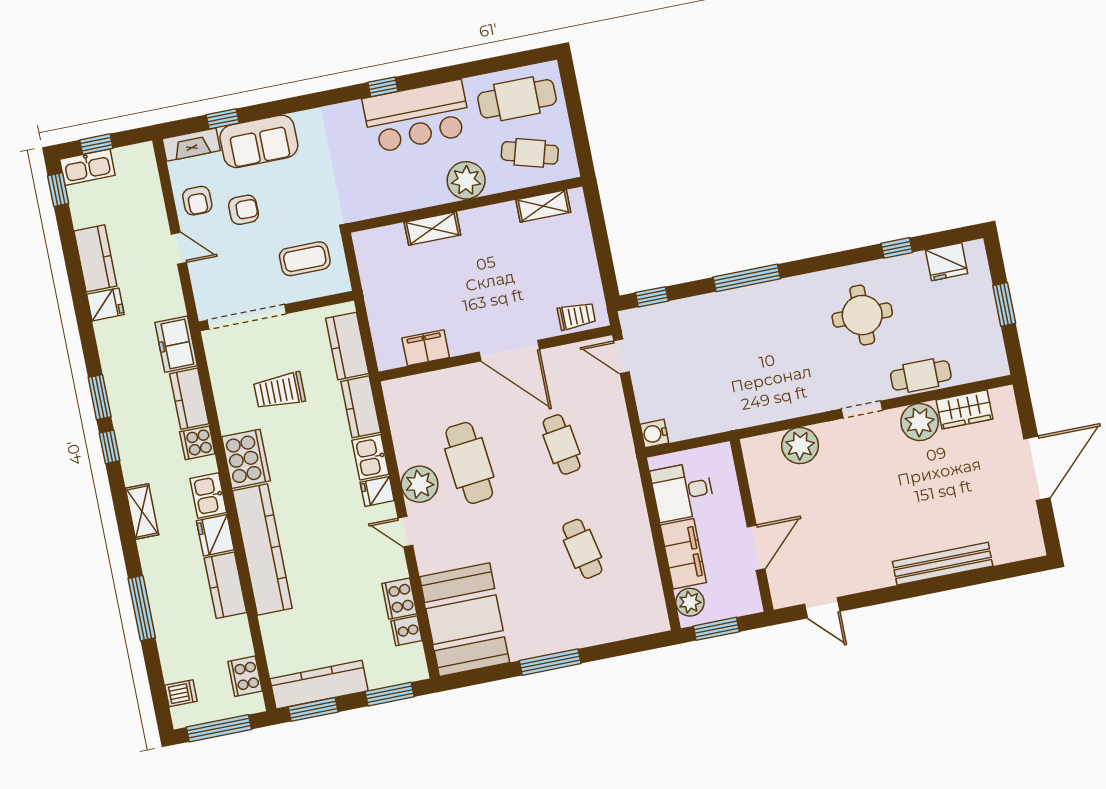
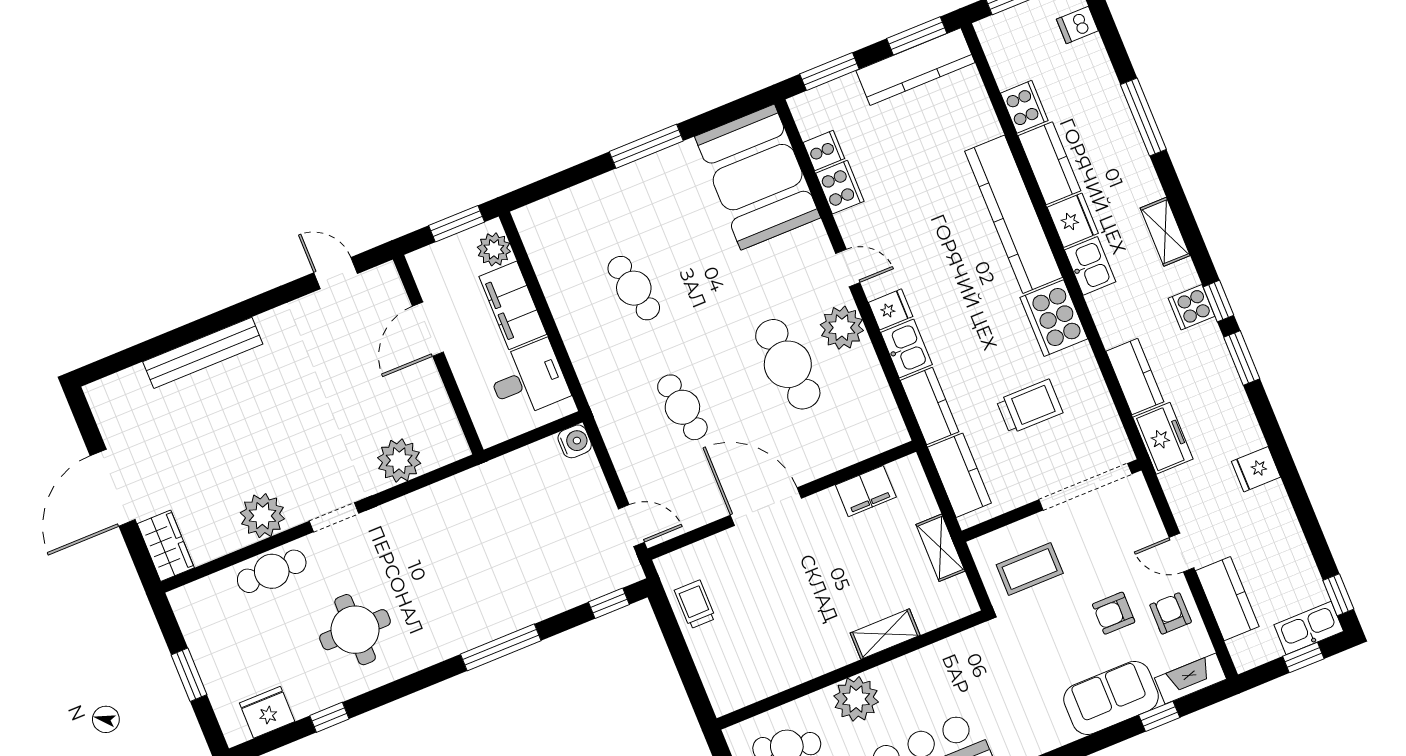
shelving: (543, 206) -> (940, 548), moved, turned 90
kitchen counter: (95, 258) -> (1227, 599), moved, turned 180
trolley: (576, 316) -> (695, 604), moved, turned 90
wardrobe: (964, 409) -> (166, 546), moved, turned 90
cooker: (197, 443) -> (1192, 307), moved, turned 180
cooker: (245, 676) -> (1024, 107), moved

